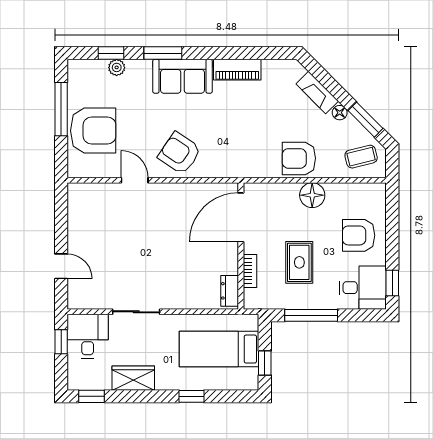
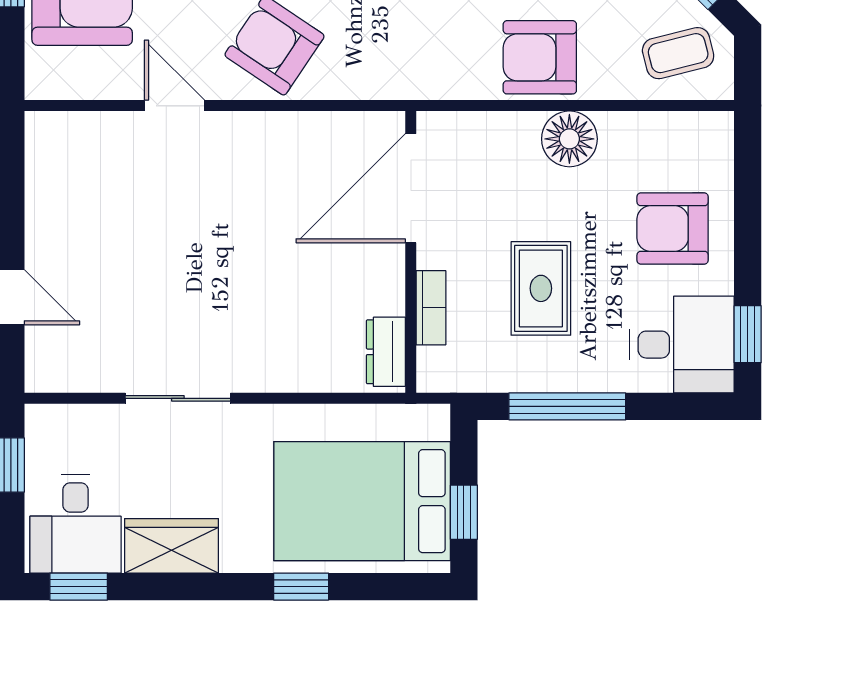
desk: (88, 336) -> (76, 524), moved, turned 180
bed: (219, 349) -> (362, 501), width x1.50

